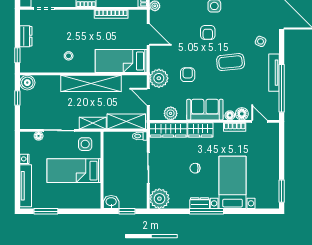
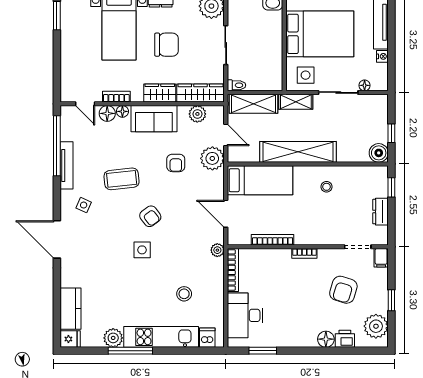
armchair: (208, 33) -> (150, 216), turned 143
chair: (195, 168) -> (166, 45), width x1.87, depth x1.87
bed: (74, 171) -> (320, 34), width x1.50

